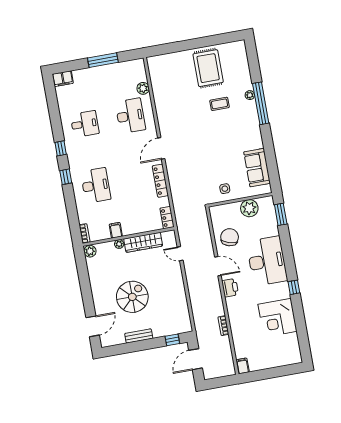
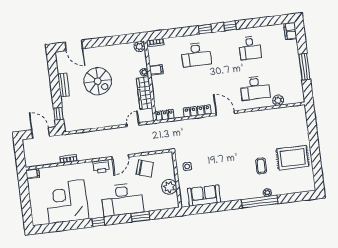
window: (281, 214) -> (141, 217), moved
corner desk: (277, 318) -> (67, 202), width x1.36, depth x1.36

